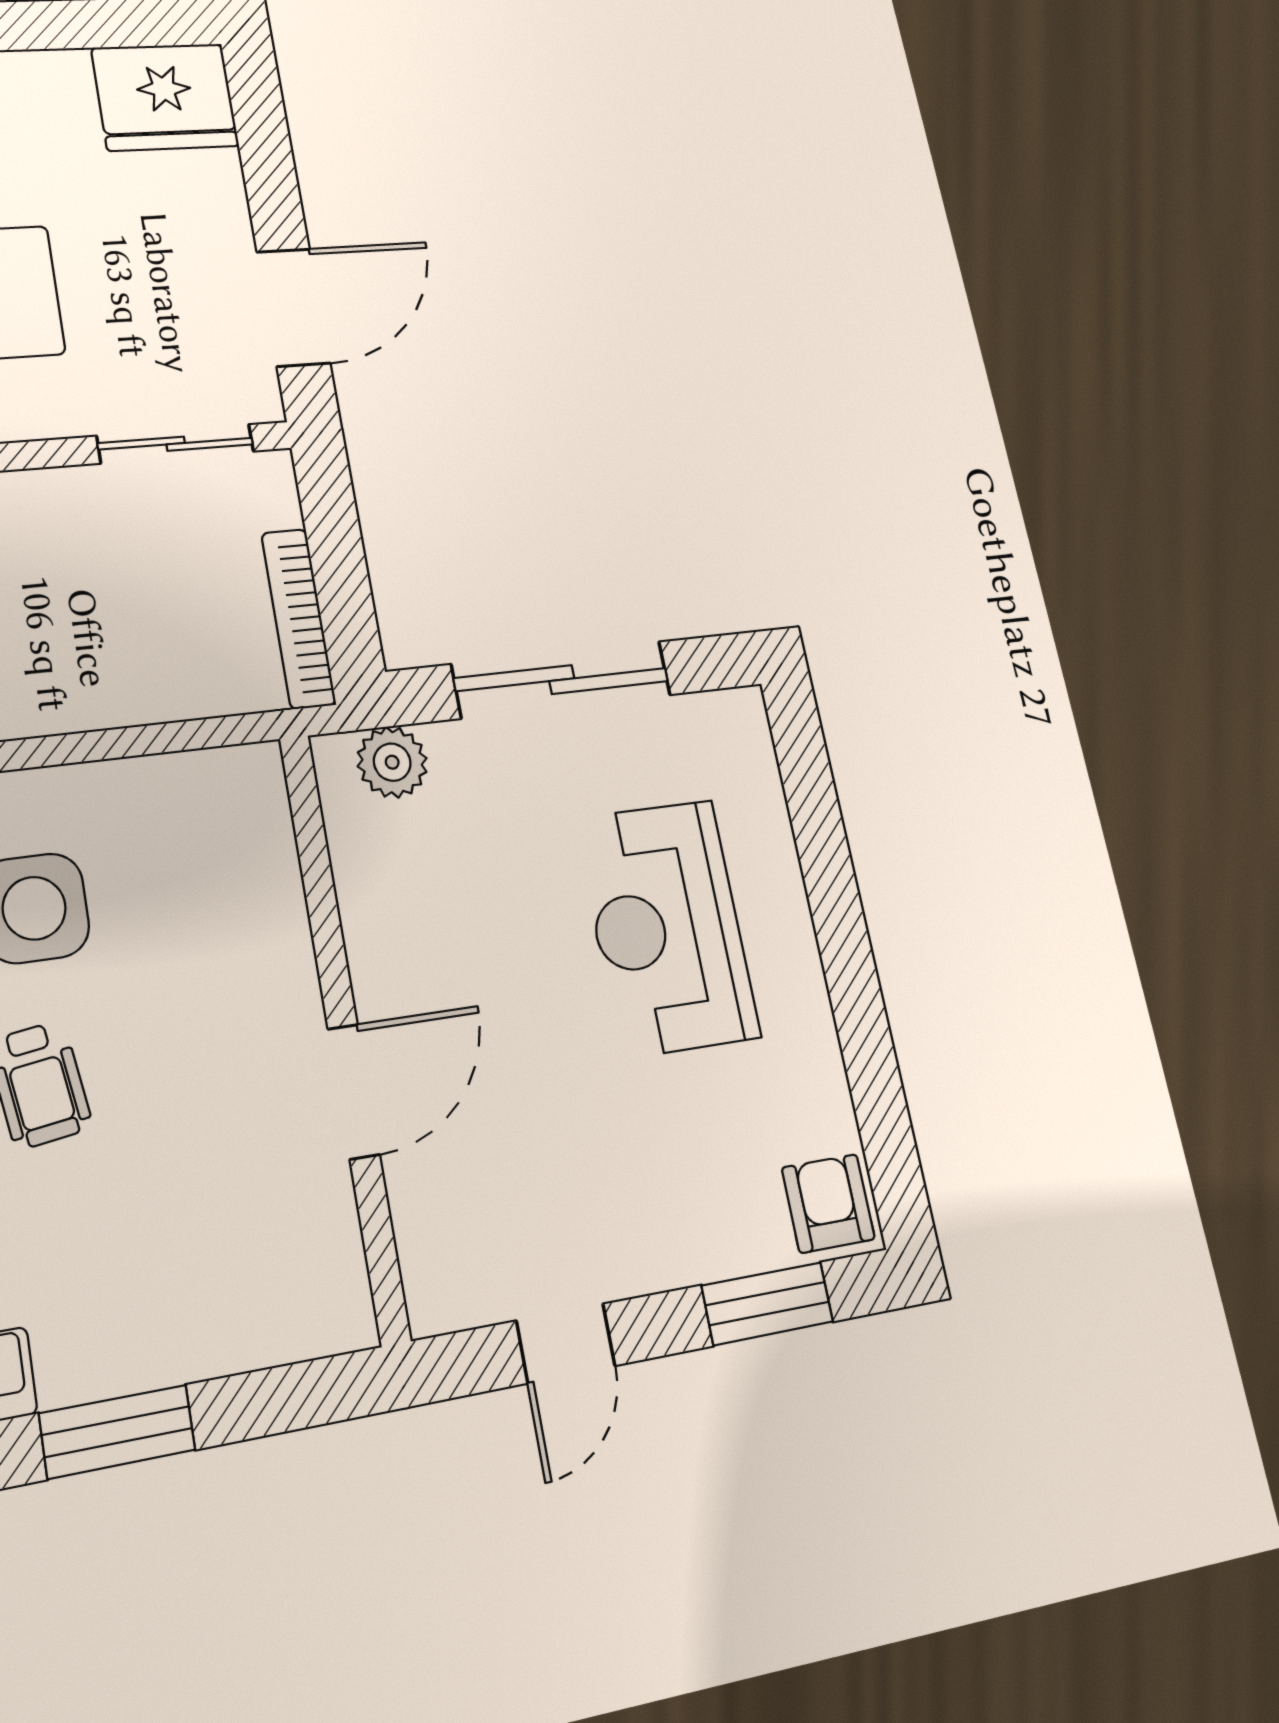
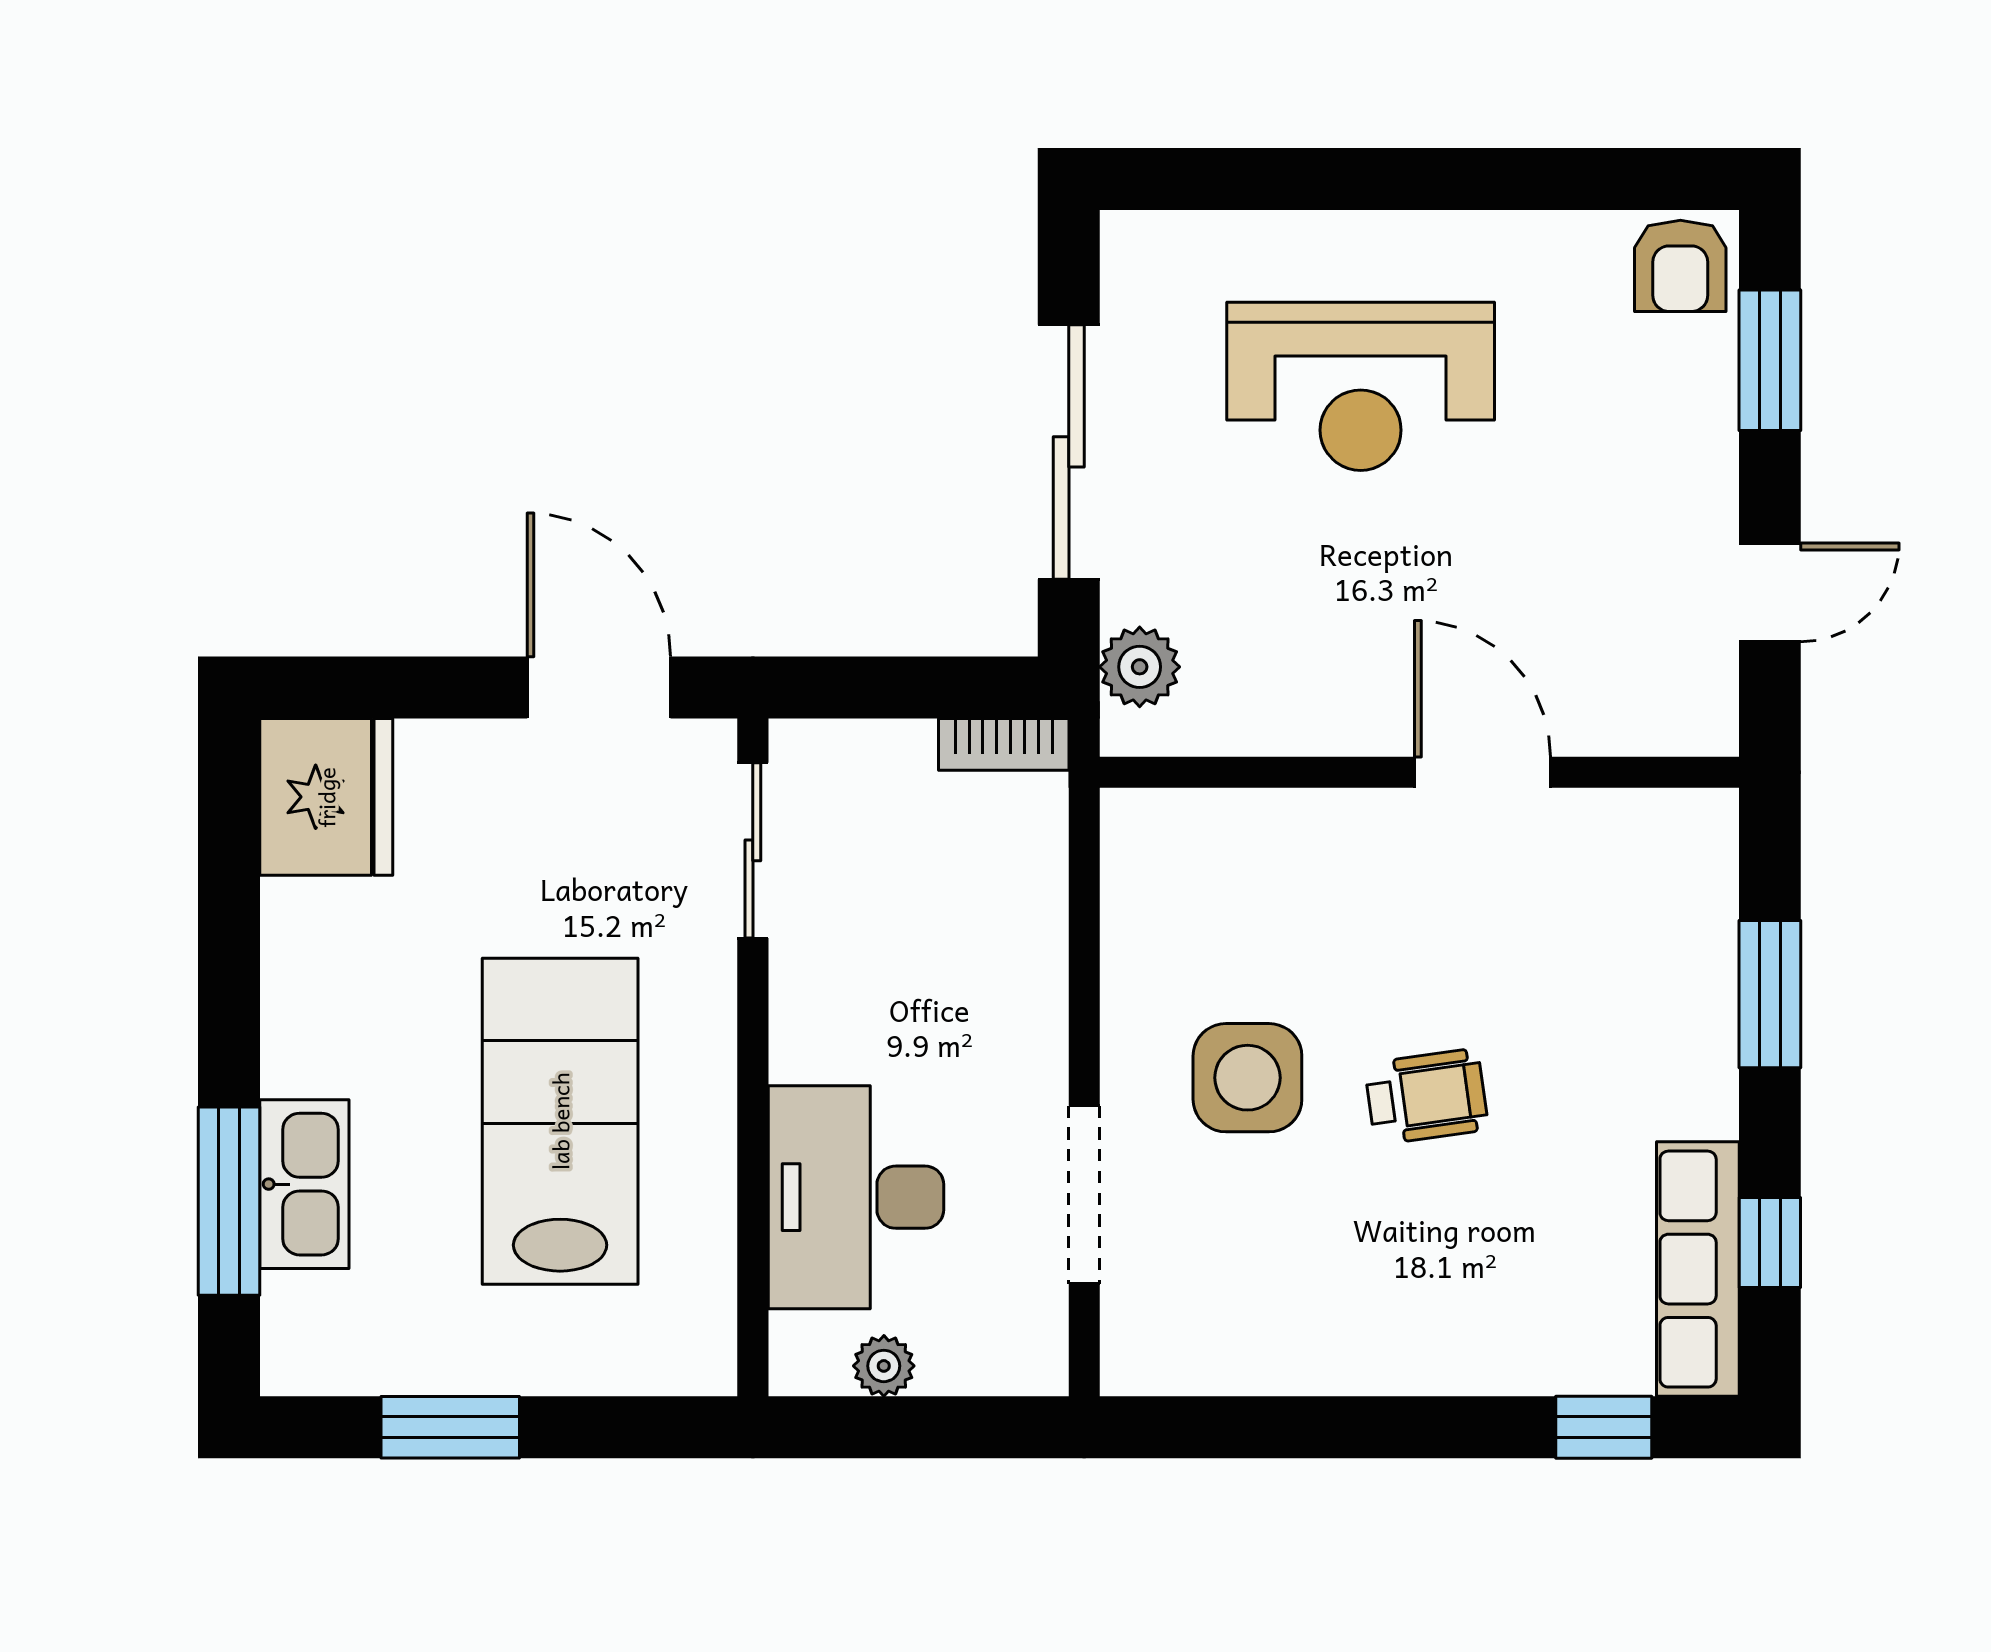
bookcase: (298, 618) -> (1004, 744), width x0.64
armchair: (828, 1203) -> (1680, 266), turned -90
door: (566, 1343) -> (1770, 592), hinge flipped
window: (117, 1432) -> (1770, 994), moved

